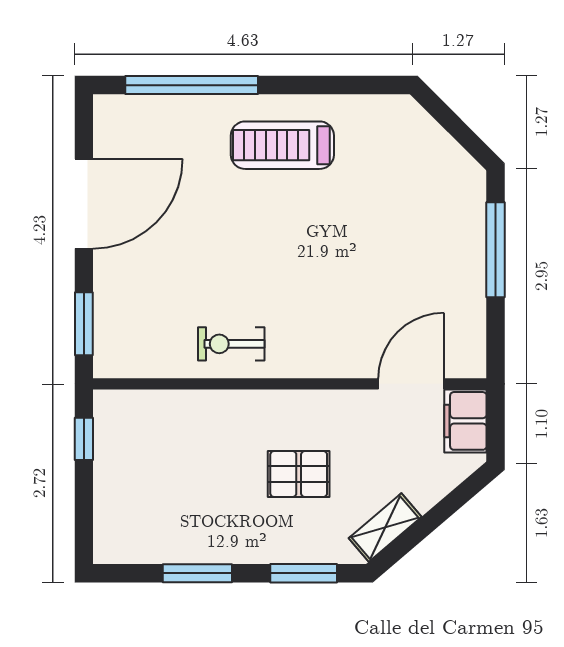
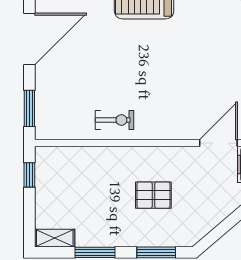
exercise bike: (231, 344) -> (115, 120), turned 180
shelving: (385, 528) -> (55, 238), moved, turned 41

